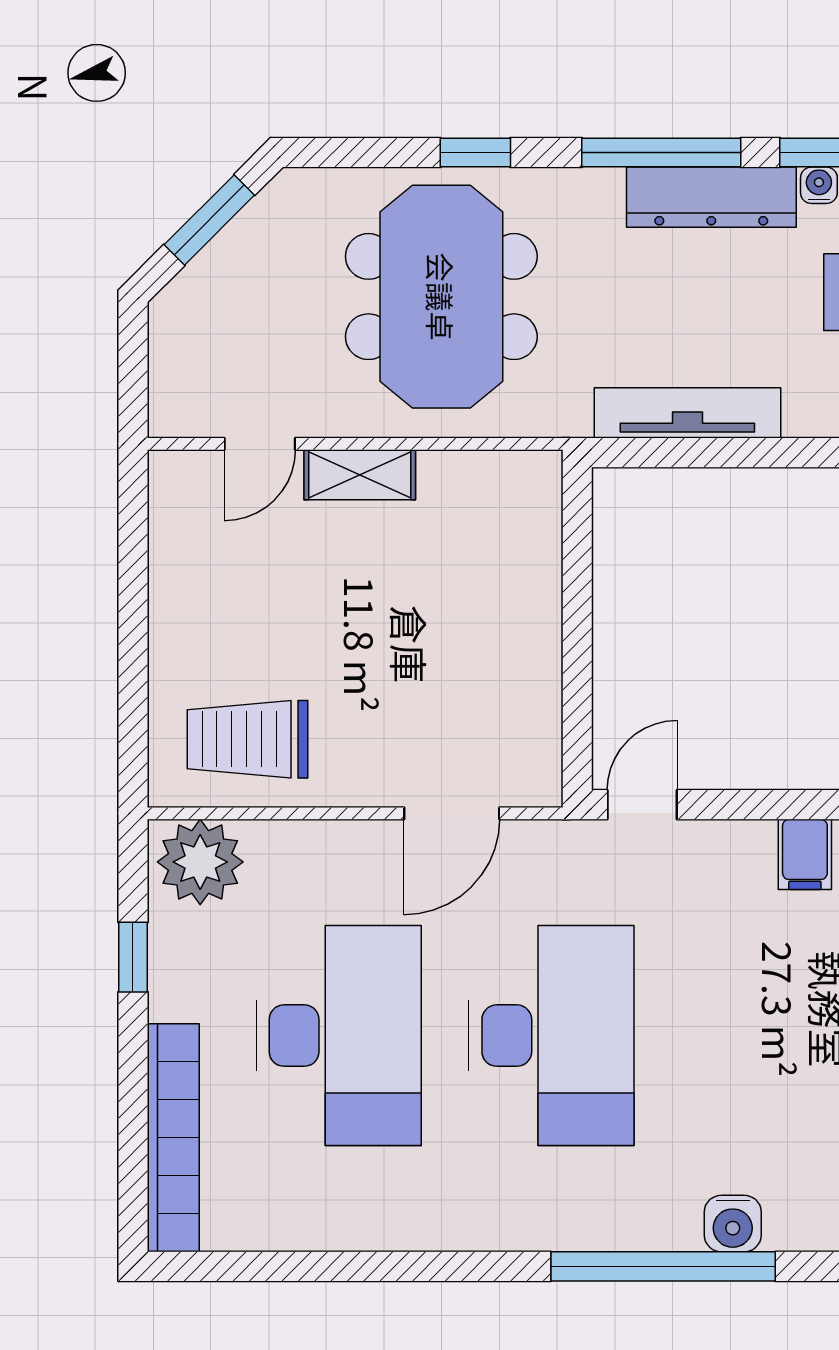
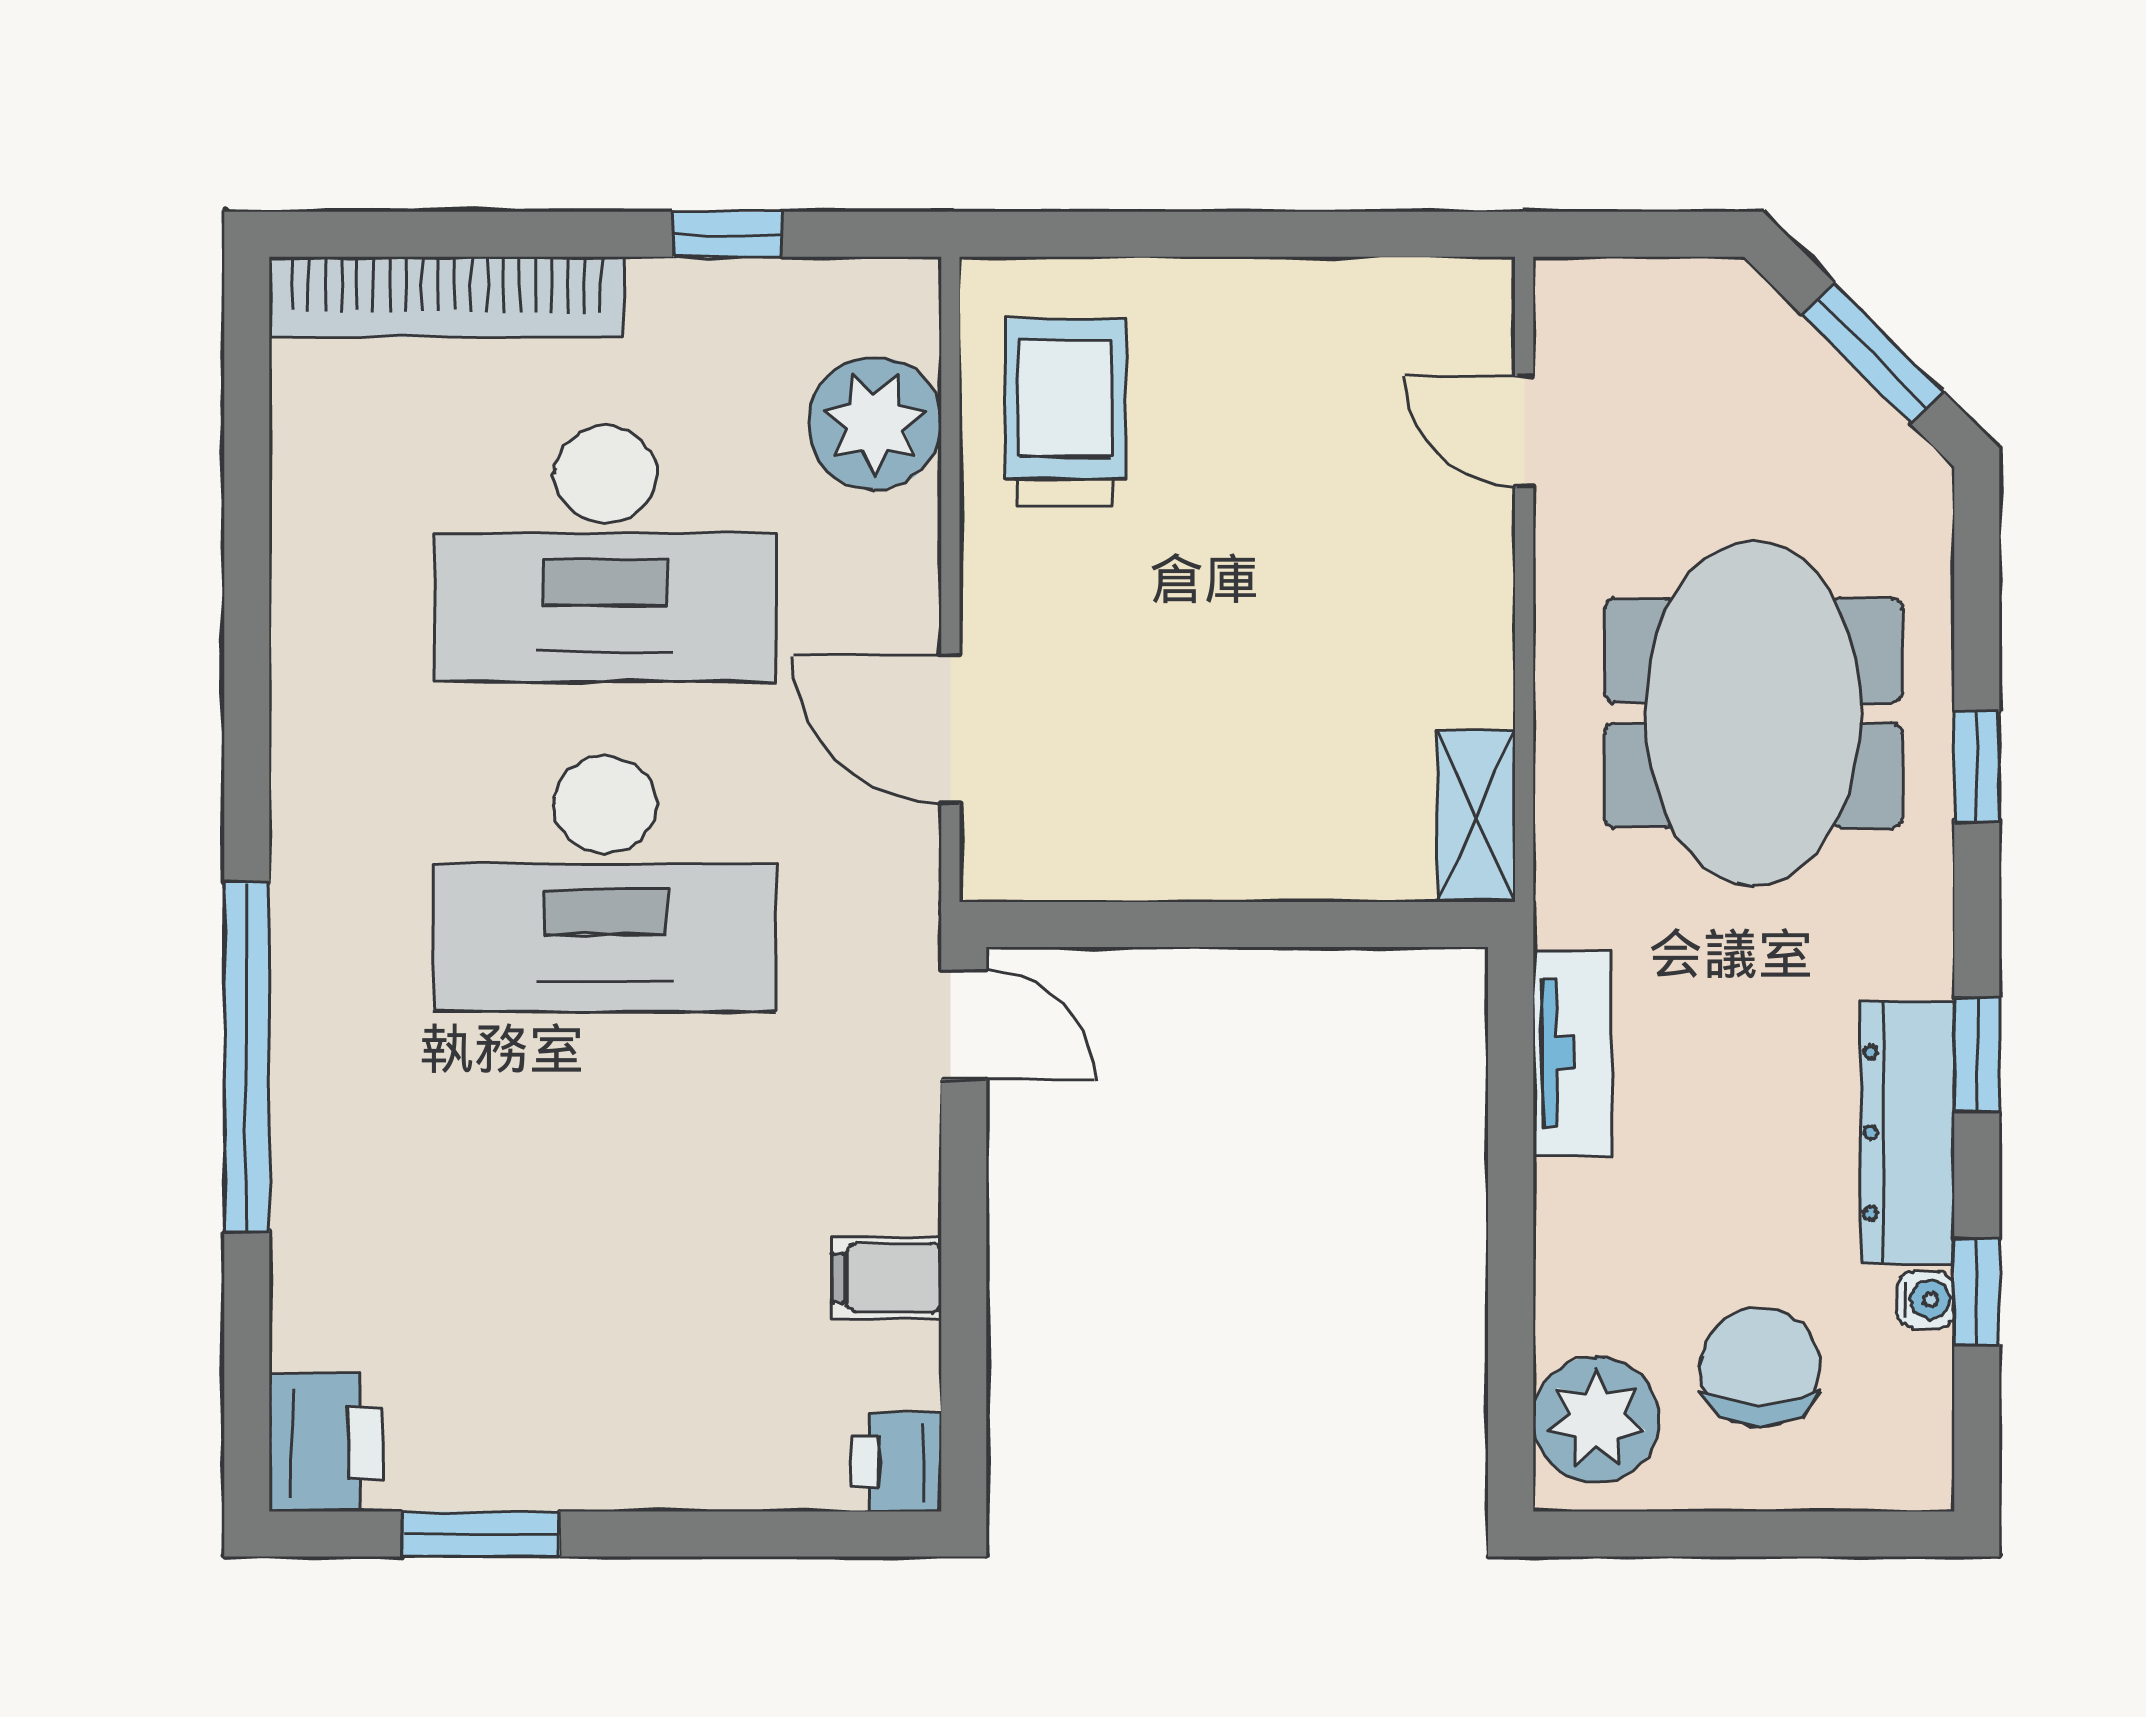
window: (661, 153) -> (1977, 1055), width x0.46
meeting table: (441, 297) -> (1753, 713), turned 90
tv unit: (687, 413) -> (1572, 1053), width x0.71
shelving: (360, 475) -> (1476, 816), moved
plant: (200, 862) -> (875, 423), moved
water cooler: (733, 1224) -> (313, 1166), removed

